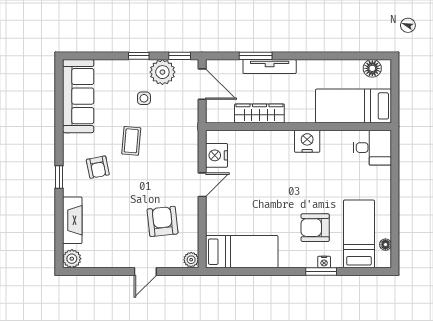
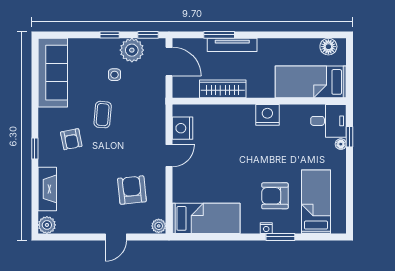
window: (395, 164) -> (350, 137), added
floor lamp: (385, 245) -> (341, 144), moved
nightstand: (324, 262) -> (266, 228), moved

